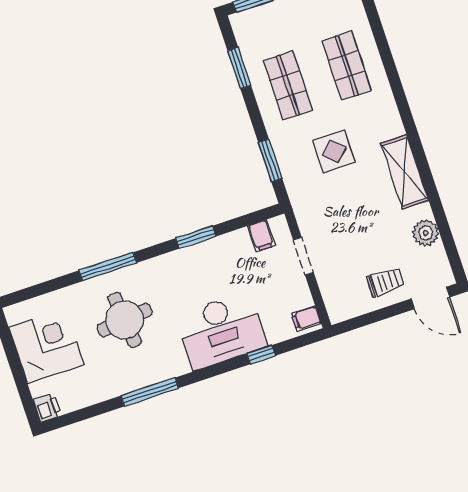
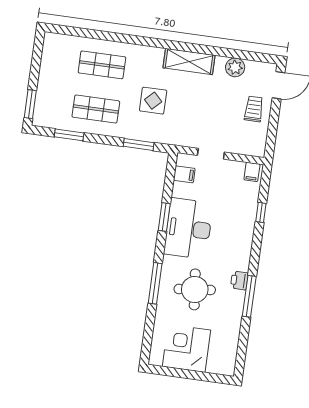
desk: (221, 331) -> (188, 229), moved, turned 180
printer: (47, 408) -> (239, 280), moved, turned -90

